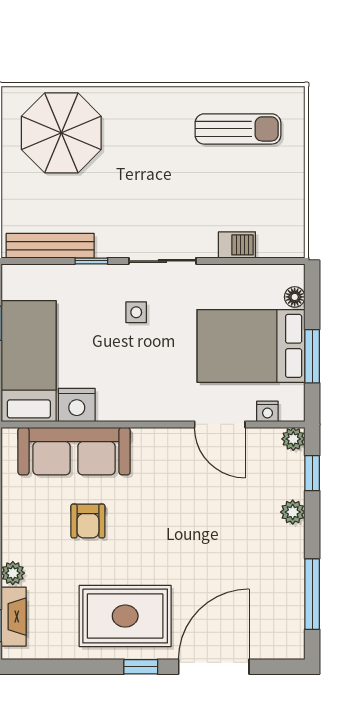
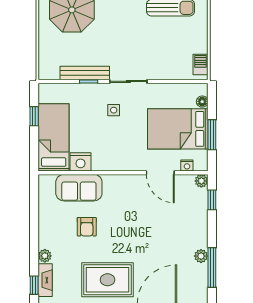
barbecue: (237, 245) -> (201, 64), moved, turned -90
bench: (50, 246) -> (85, 73), moved
sofa: (74, 451) -> (79, 188), width x0.73
plant: (293, 512) -> (201, 256), moved

